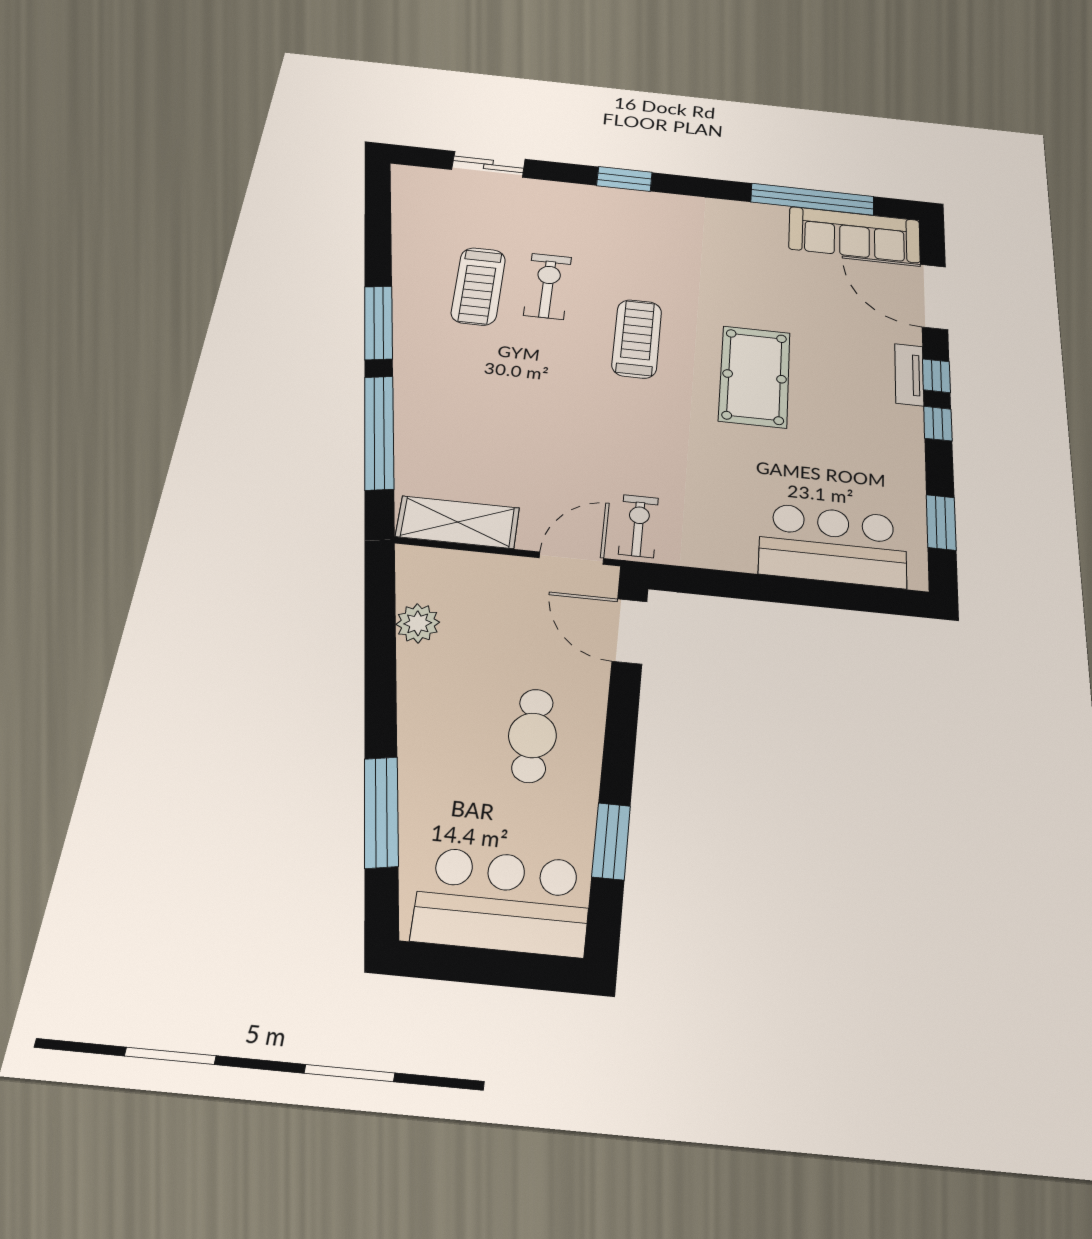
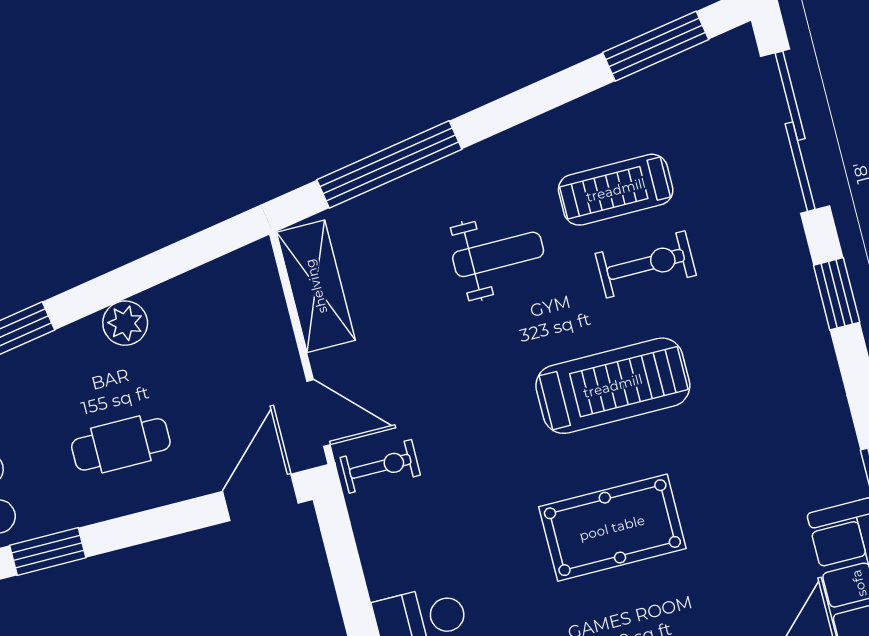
sliding door: (488, 164) -> (795, 131), width x1.86
window: (379, 323) -> (656, 46), moved
treadmill: (637, 339) -> (613, 386), width x1.37, depth x1.38
weight bench: (493, 381) -> (498, 254), added
plant: (418, 623) -> (125, 323), moved

